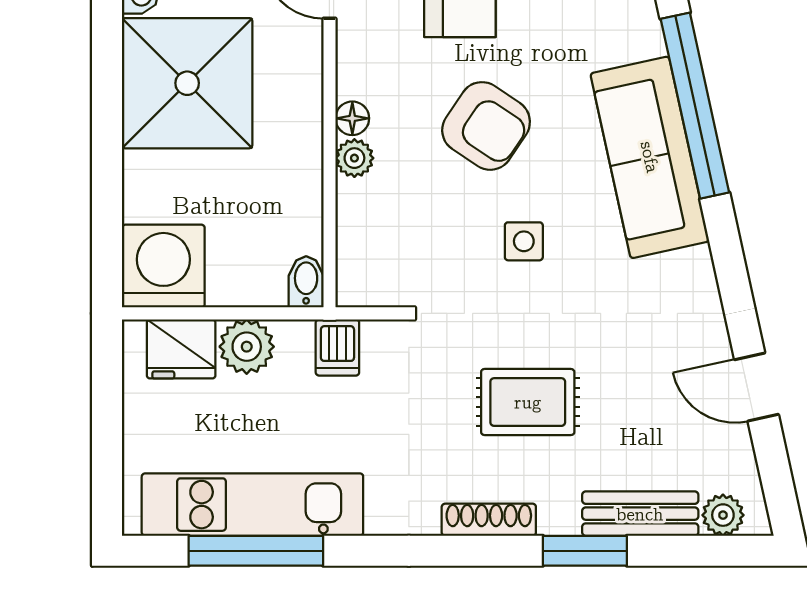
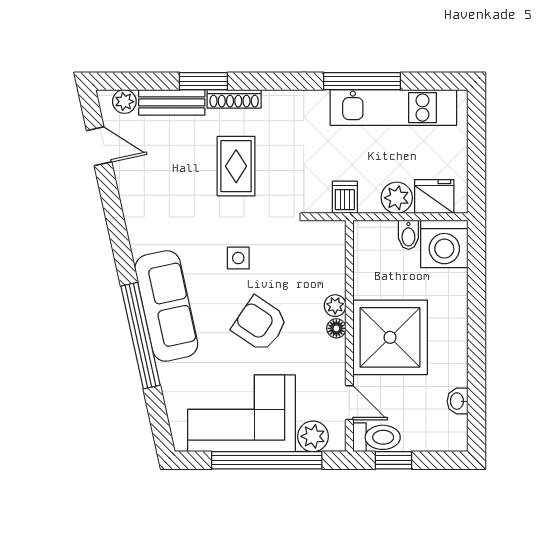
shower: (187, 83) -> (390, 337), moved
bidet: (306, 282) -> (408, 235), moved
door: (756, 387) -> (99, 146), moved
rug: (528, 402) -> (236, 166), turned 90
shoe rack: (489, 520) -> (234, 99), moved
window: (256, 551) -> (362, 81), moved

